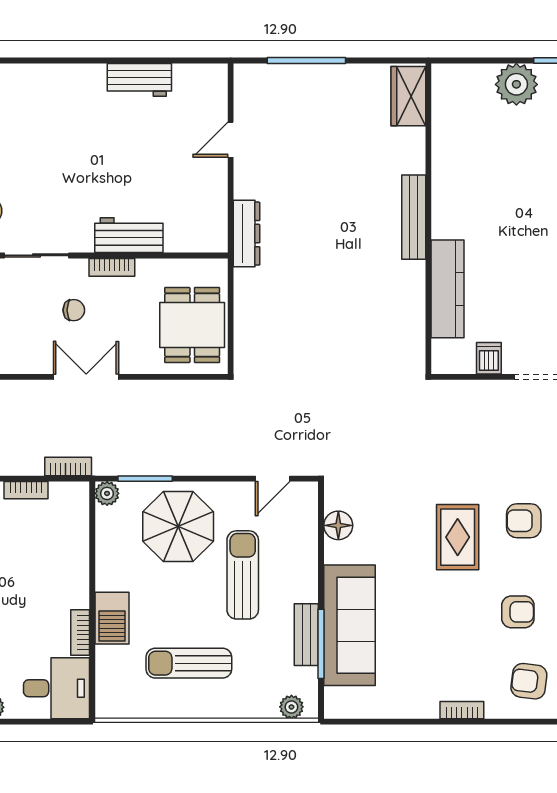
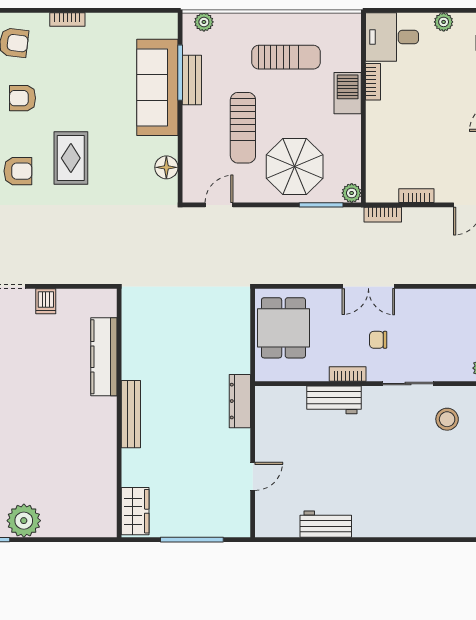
wardrobe: (408, 96) -> (135, 511), moved
bench: (414, 217) -> (131, 414), moved
wall: (428, 219) -> (119, 413), moved
kitchen counter: (448, 289) -> (104, 357), moved

